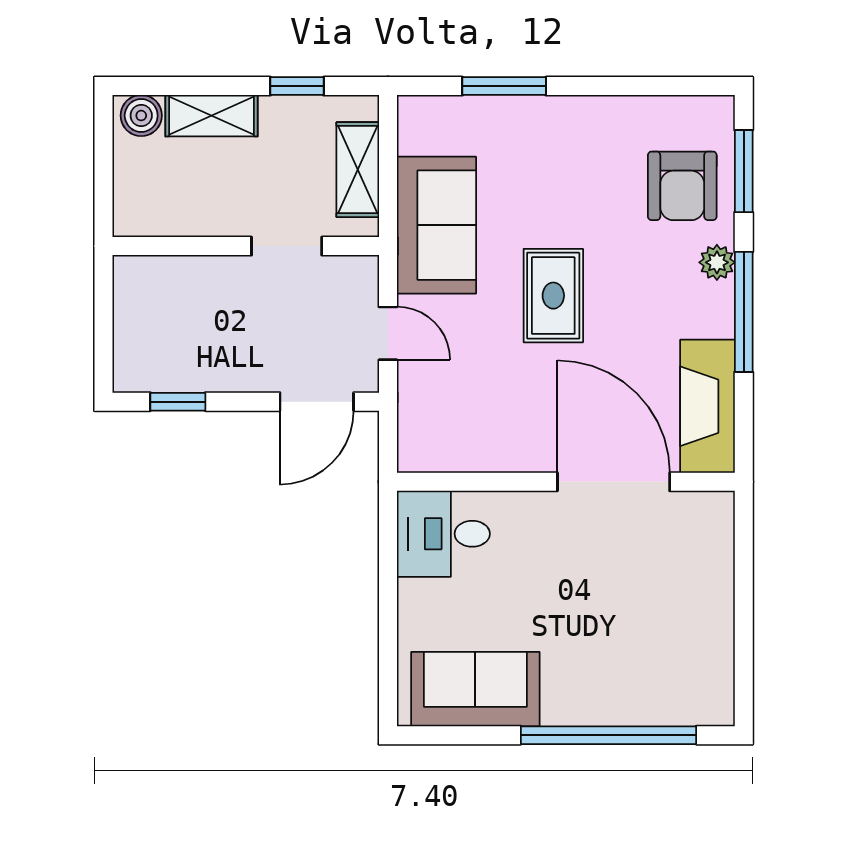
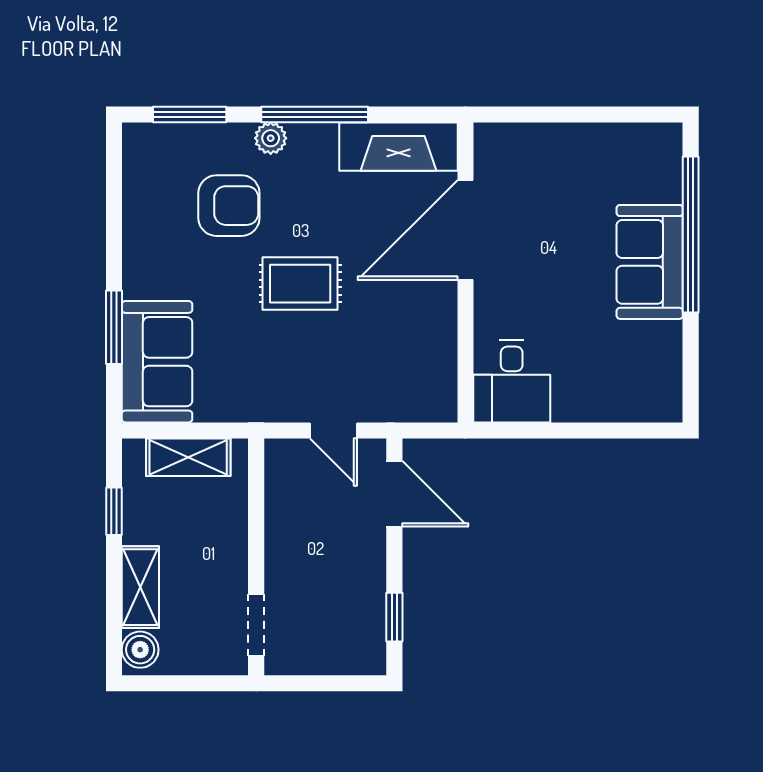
armchair: (682, 186) -> (229, 206), moved
sofa: (436, 225) -> (157, 362), moved, turned 90
doorway: (287, 246) -> (256, 625), moved
door: (388, 333) -> (334, 430), swing flipped
sofa: (475, 689) -> (650, 262), moved

